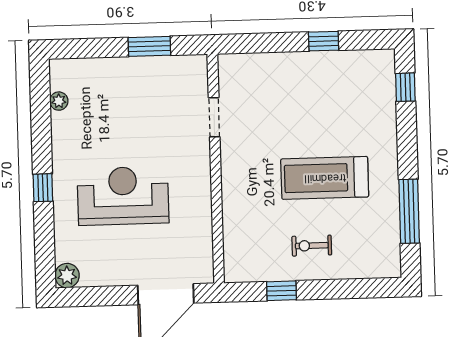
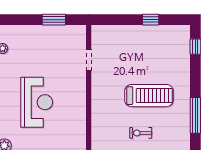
treadmill: (325, 178) -> (149, 96), turned 180
reception desk: (123, 196) -> (37, 102), turned 90

